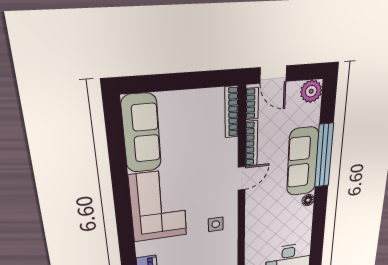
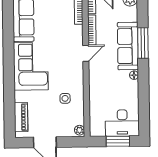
window: (324, 155) -> (143, 43), width x0.68
side table: (216, 224) -> (65, 98), moved

